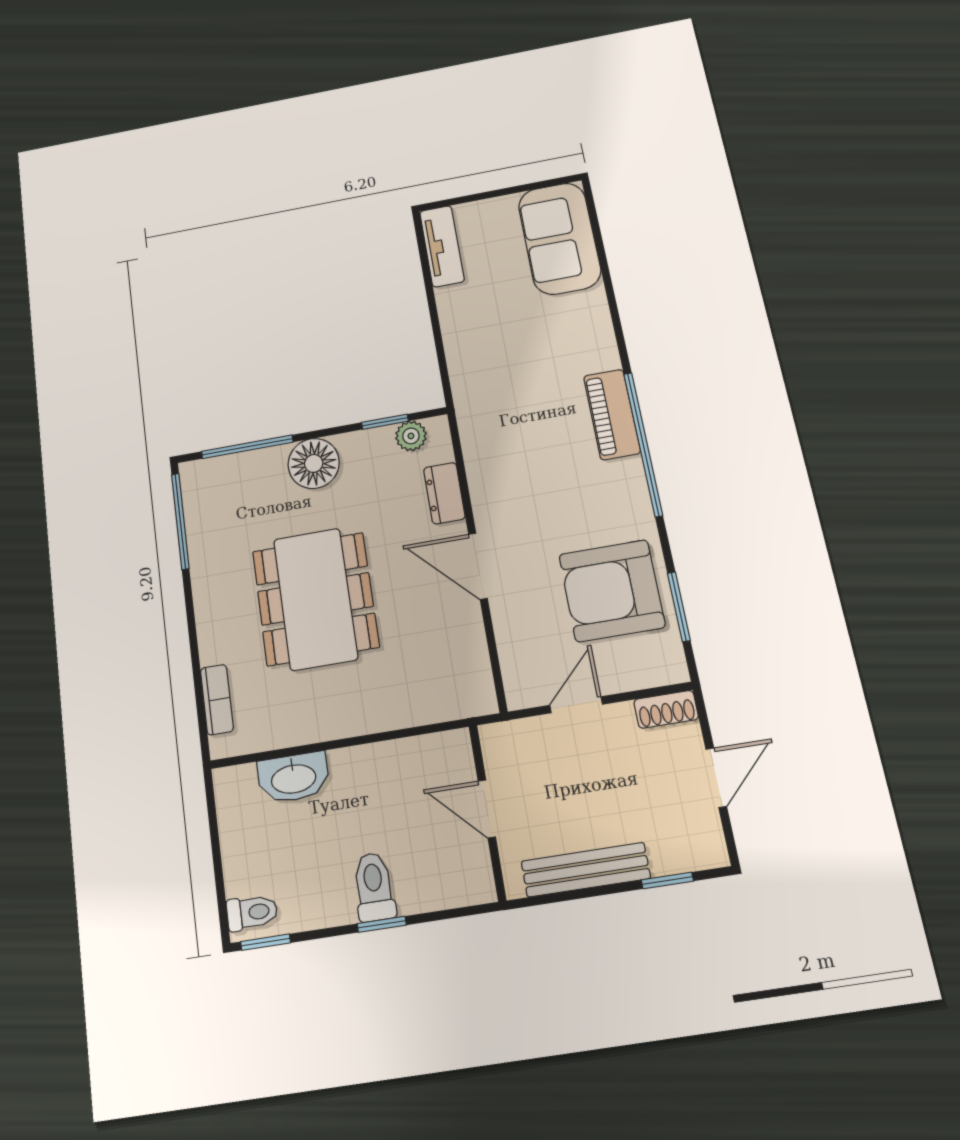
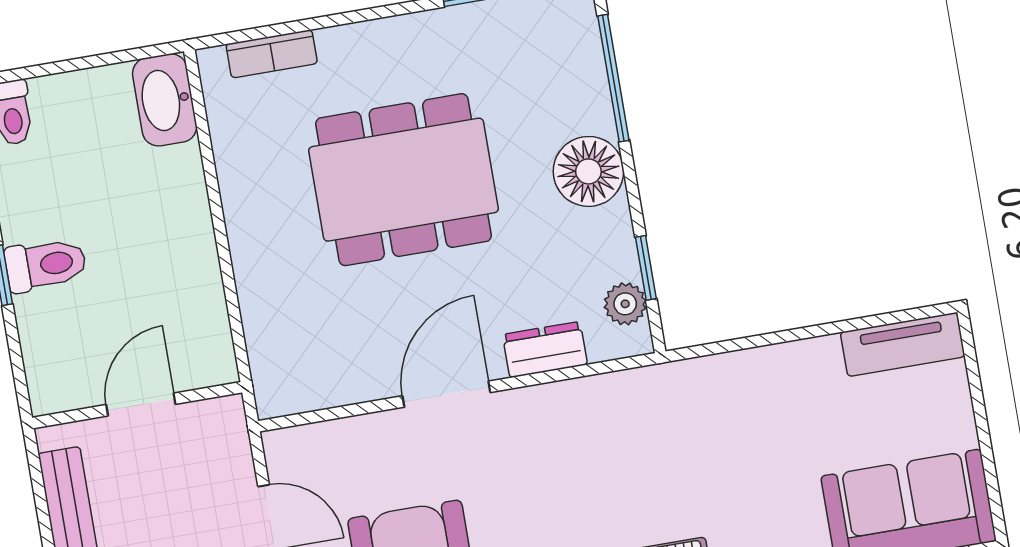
washbasin: (293, 778) -> (165, 100), moved

